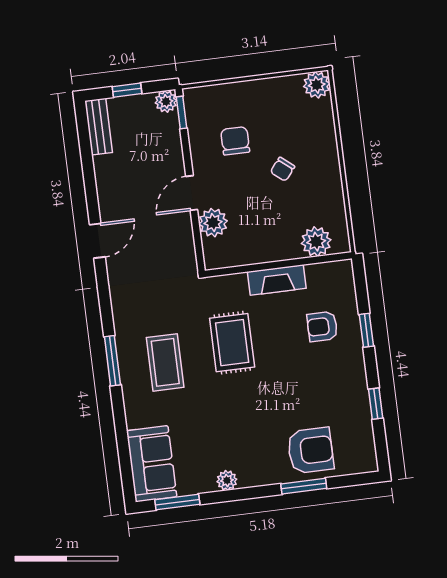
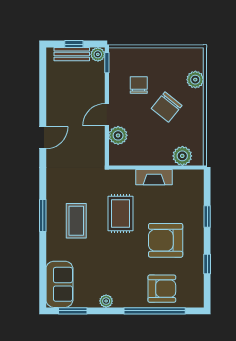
plant: (317, 85) -> (195, 80), moved
bench: (99, 127) -> (72, 54), moved, turned 90
chair: (283, 169) -> (167, 107), width x1.87, depth x1.87
armchair: (322, 326) -> (166, 240), moved, width x1.88, depth x1.88
window: (304, 486) -> (155, 311), width x2.11

